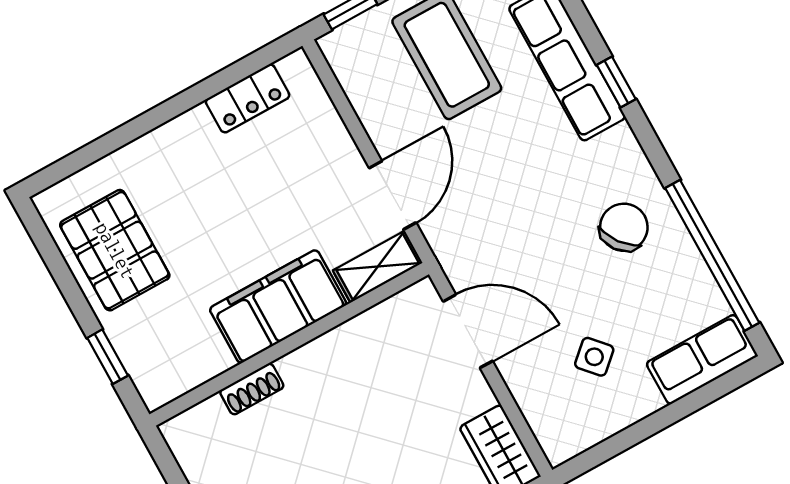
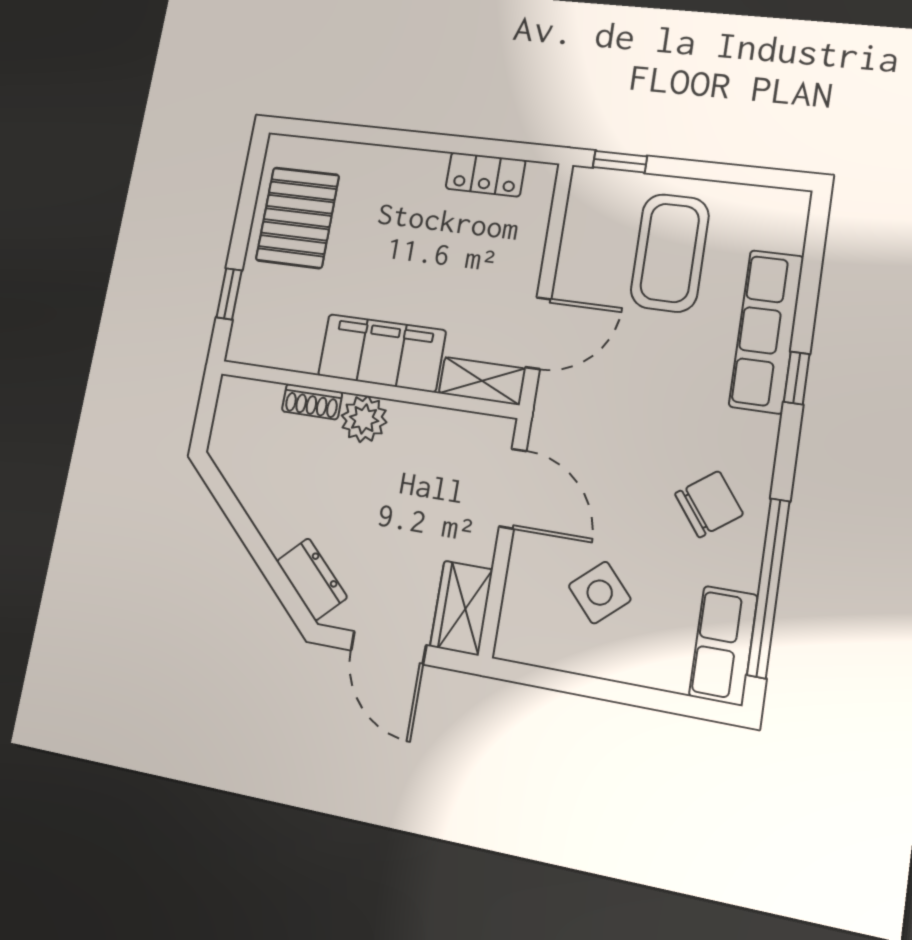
side table: (594, 357) -> (600, 593), width x1.37, depth x1.37
row of seats: (702, 359) -> (723, 645), moved, turned -90
plant: (306, 369) -> (364, 419), added

